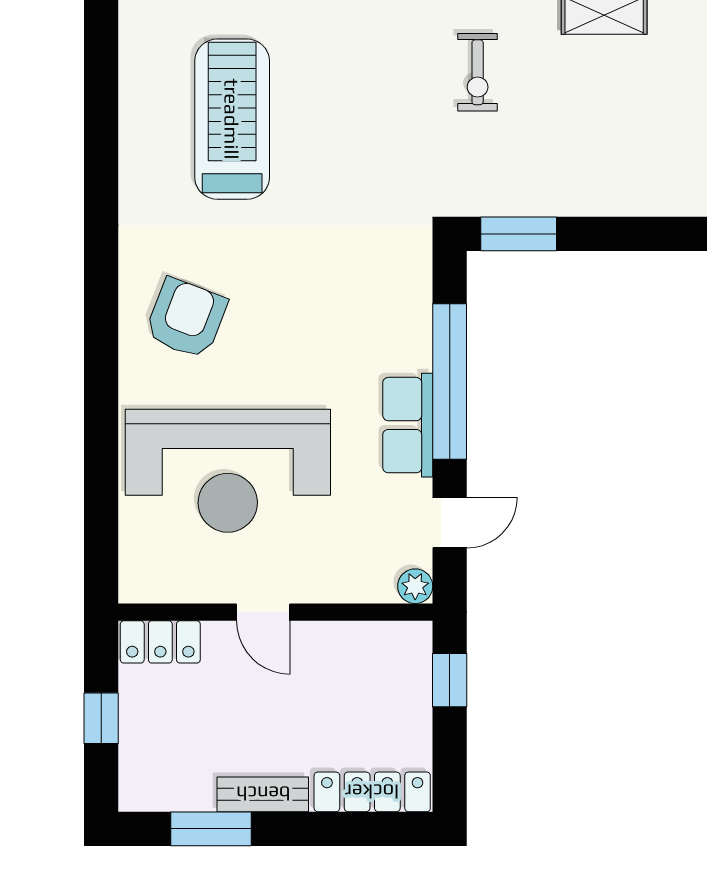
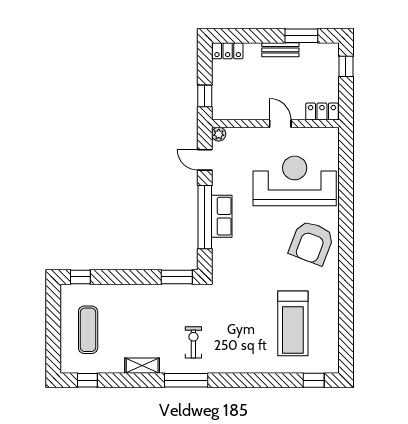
armchair: (186, 318) -> (312, 243), width x1.36, depth x1.36
row of seats: (408, 425) -> (222, 216), moved
door: (450, 523) -> (205, 160), hinge flipped
window: (101, 718) -> (346, 66), moved
locker: (372, 792) -> (228, 51), width x0.66

